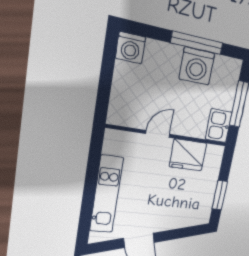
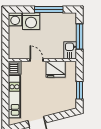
washing machine: (197, 66) -> (31, 21), moved
door: (158, 134) -> (36, 60), hinge flipped
dishwasher: (115, 142) -> (15, 68), added

